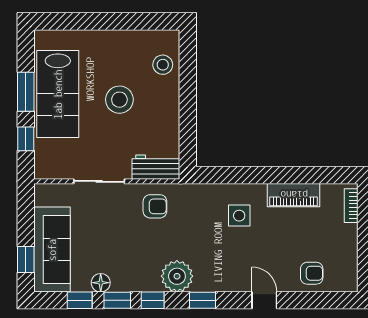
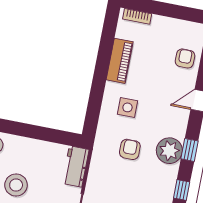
armchair: (155, 206) -> (130, 149), moved
plant: (177, 276) -> (169, 151), moved

